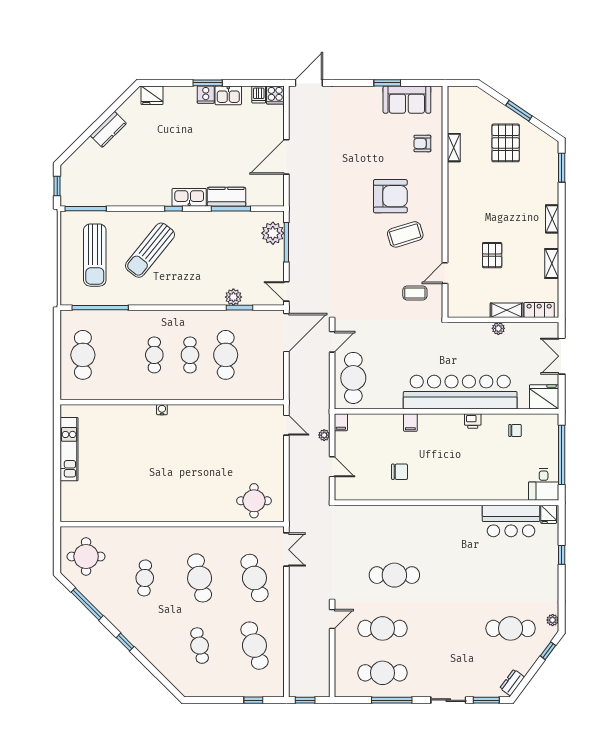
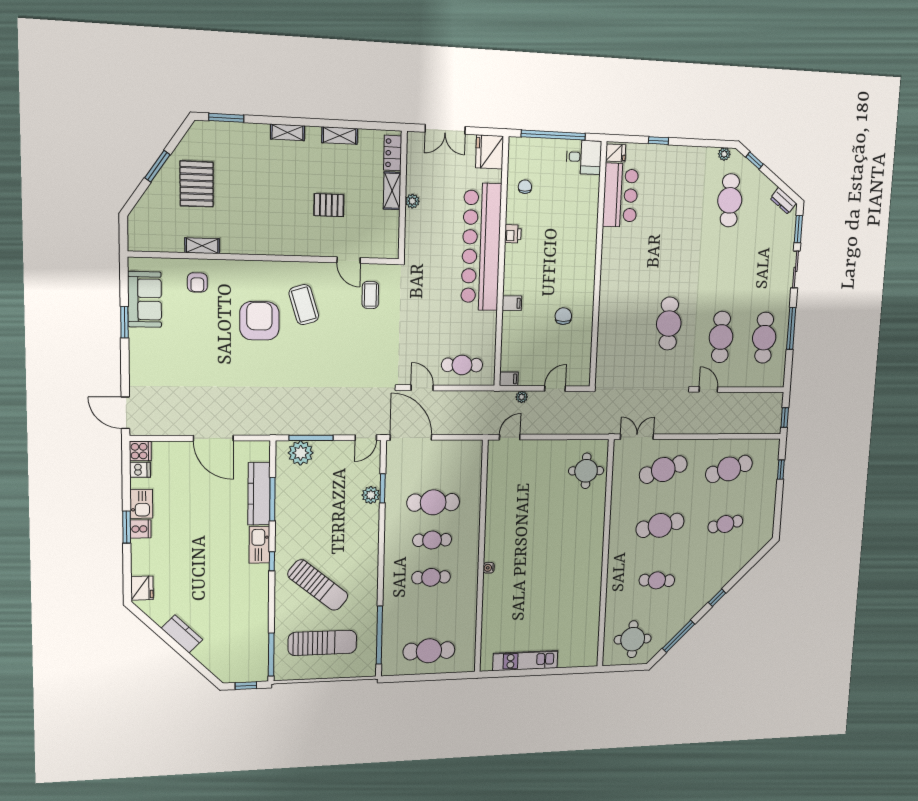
pallet: (506, 143) -> (197, 184), turned 90
kitchen counter: (226, 197) -> (259, 494), width x1.50
cafe table: (353, 378) -> (462, 365), width x0.73, depth x0.74

